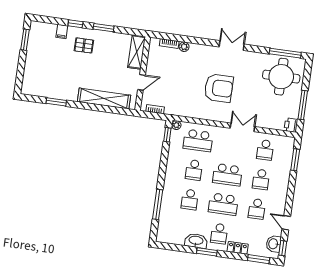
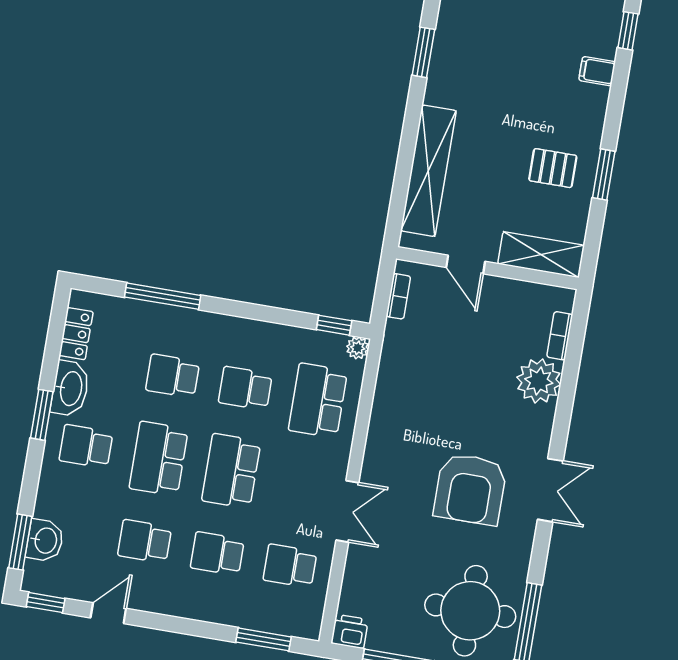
window: (75, 24) -> (628, 31), moved
pallet: (84, 45) -> (553, 168), moved, turned 90
plant: (184, 47) -> (539, 381), width x1.88, depth x1.88
armchair: (219, 88) -> (470, 489), moved
washbasin: (274, 244) -> (45, 540), moved, turned 90
locker: (238, 248) -> (76, 334), moved

